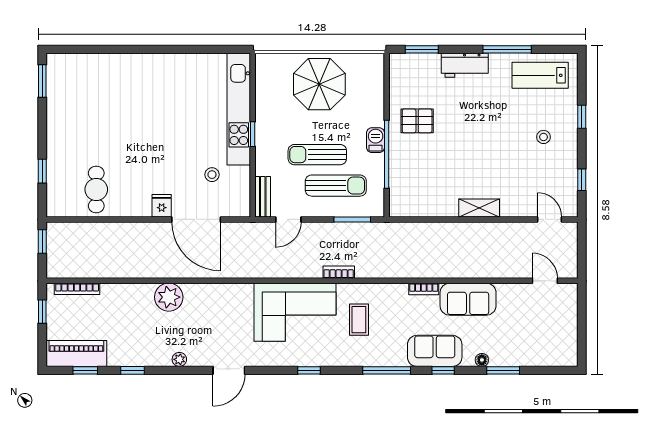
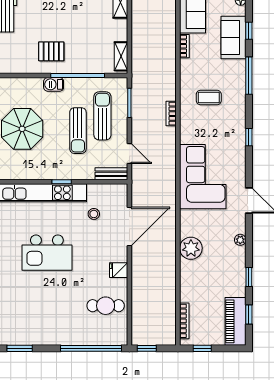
kitchen island: (163, 115) -> (47, 253), added
pallet: (417, 121) -> (51, 51), turned 90
barbecue: (376, 140) -> (54, 84), moved
window: (42, 171) -> (91, 348), width x3.17
fridge: (162, 206) -> (119, 270), moved
shelving: (411, 209) -> (121, 56), added
corner sofa: (295, 312) -> (203, 177), moved

